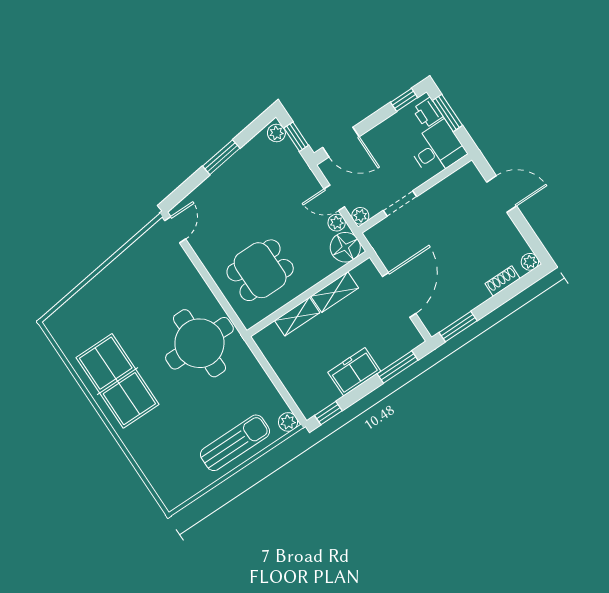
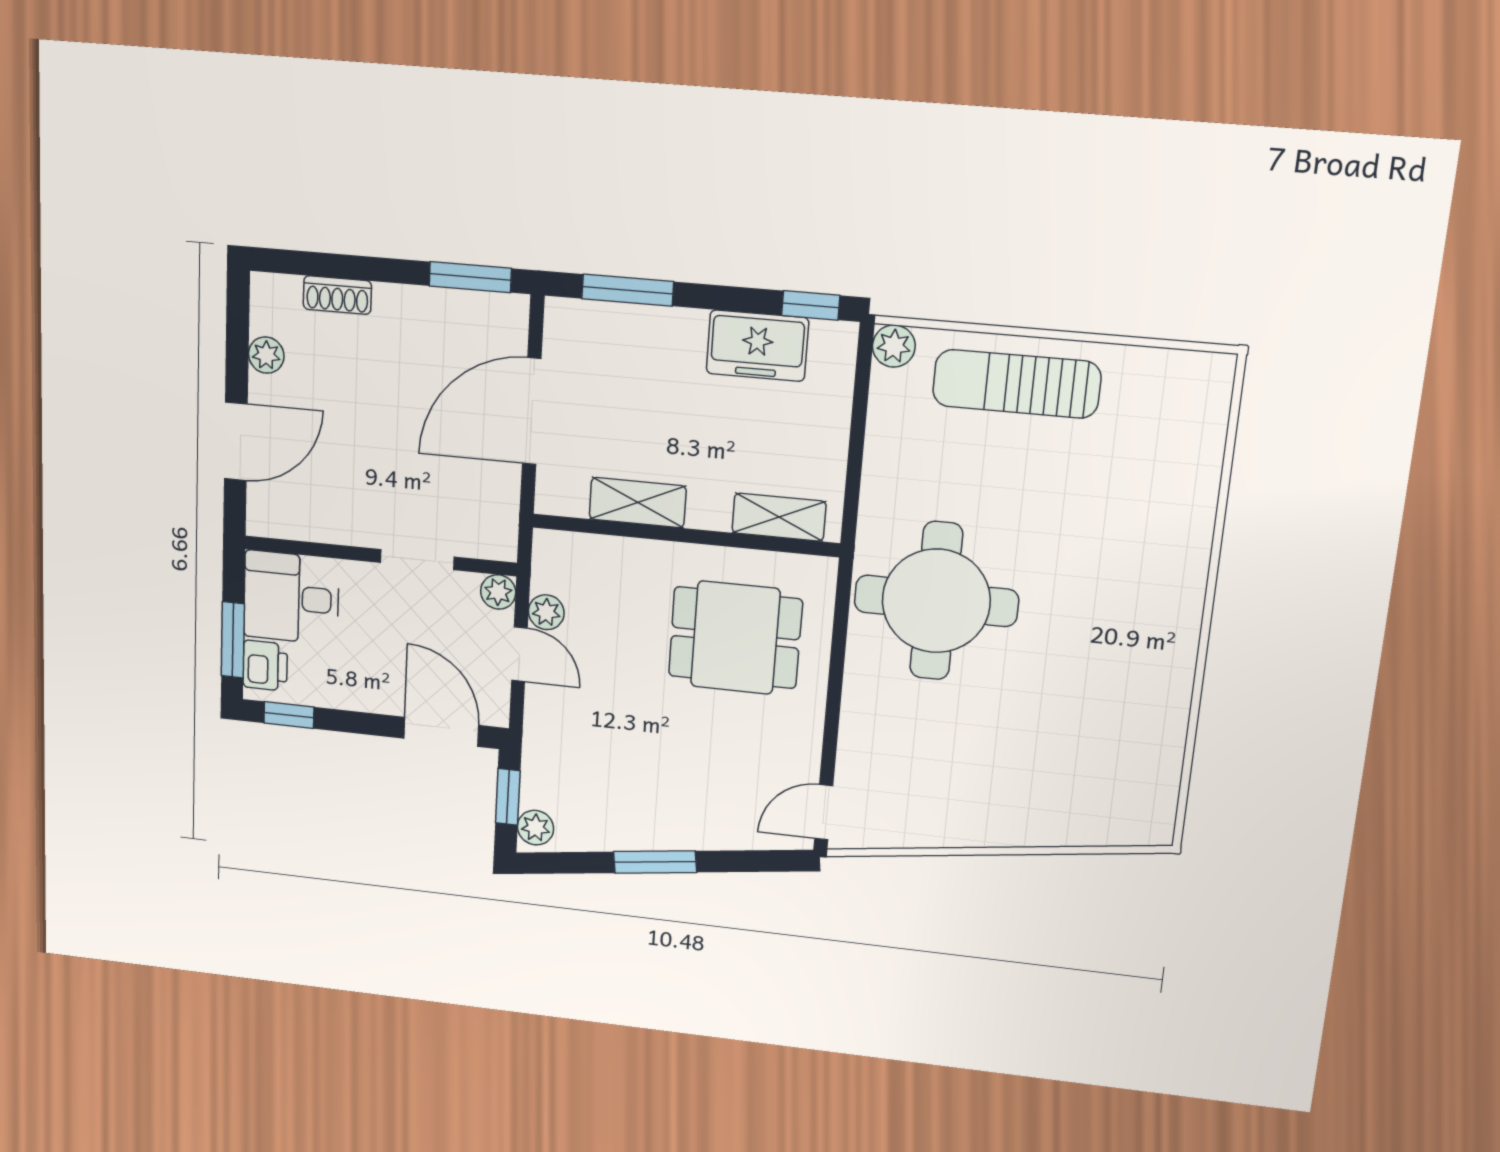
door: (502, 194) -> (236, 441), swing flipped
floor lamp: (345, 247) -> (562, 562), removed
plant: (530, 262) -> (266, 355), moved
shelving: (297, 317) -> (779, 517), moved
freezer: (354, 372) -> (757, 346), moved
table tennis table: (118, 381) -> (1130, 650), removed

